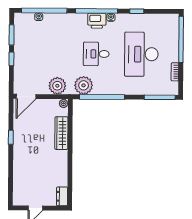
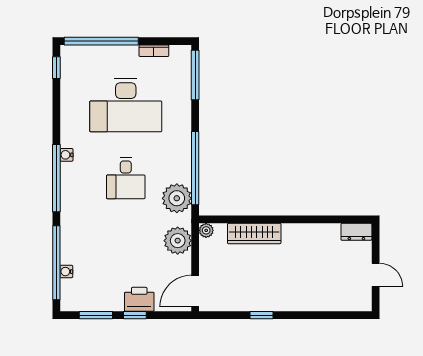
window: (137, 11) -> (56, 68), moved
printer: (97, 21) -> (139, 299), moved, turned -90
door: (26, 96) -> (195, 291), swing flipped

